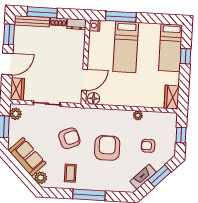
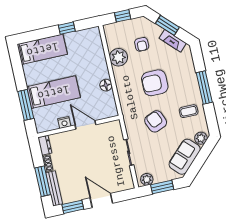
nightstand: (95, 26) -> (64, 123), moved
window: (185, 56) -> (67, 28), moved
door: (85, 80) -> (85, 125), moved
wardrobe: (17, 89) -> (123, 184), removed
wardrobe: (172, 97) -> (89, 35), removed
floor lamp: (93, 98) -> (106, 85), moved
plant: (138, 115) -> (119, 57), width x1.87, depth x1.87

